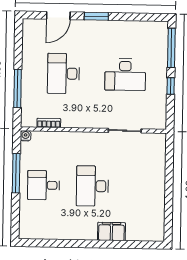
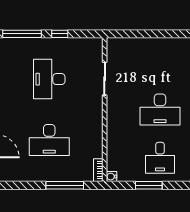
desk: (125, 75) -> (49, 79), turned 180
bookcase: (49, 123) -> (98, 170), moved
window: (16, 173) -> (149, 185), width x0.69

